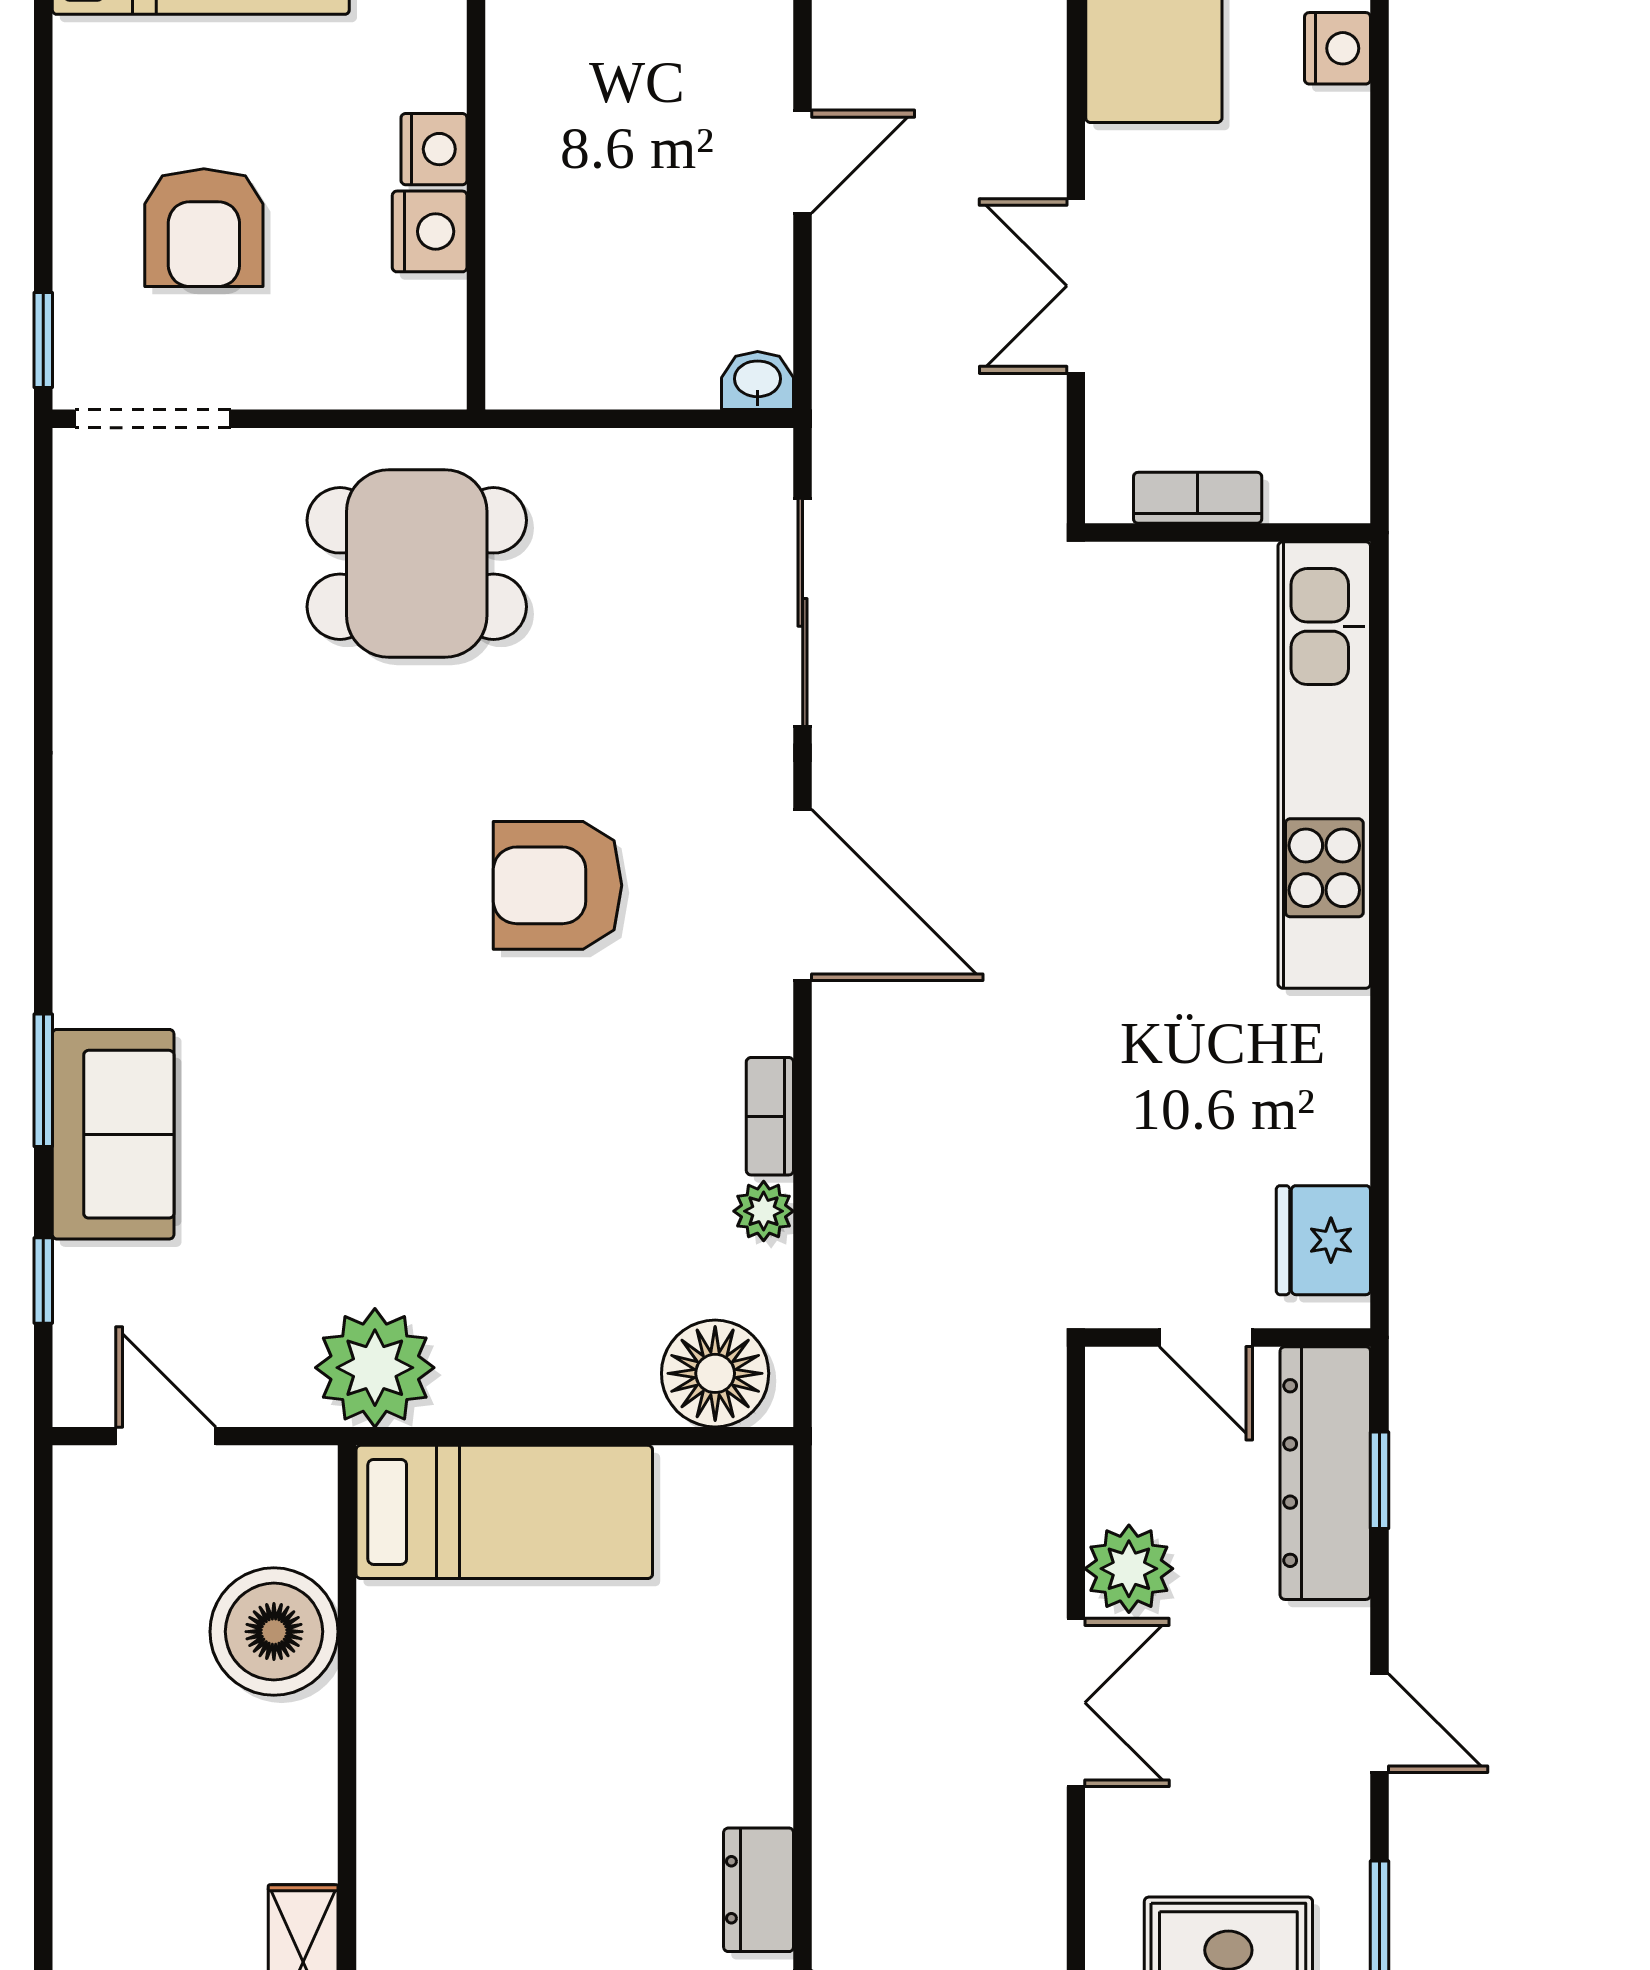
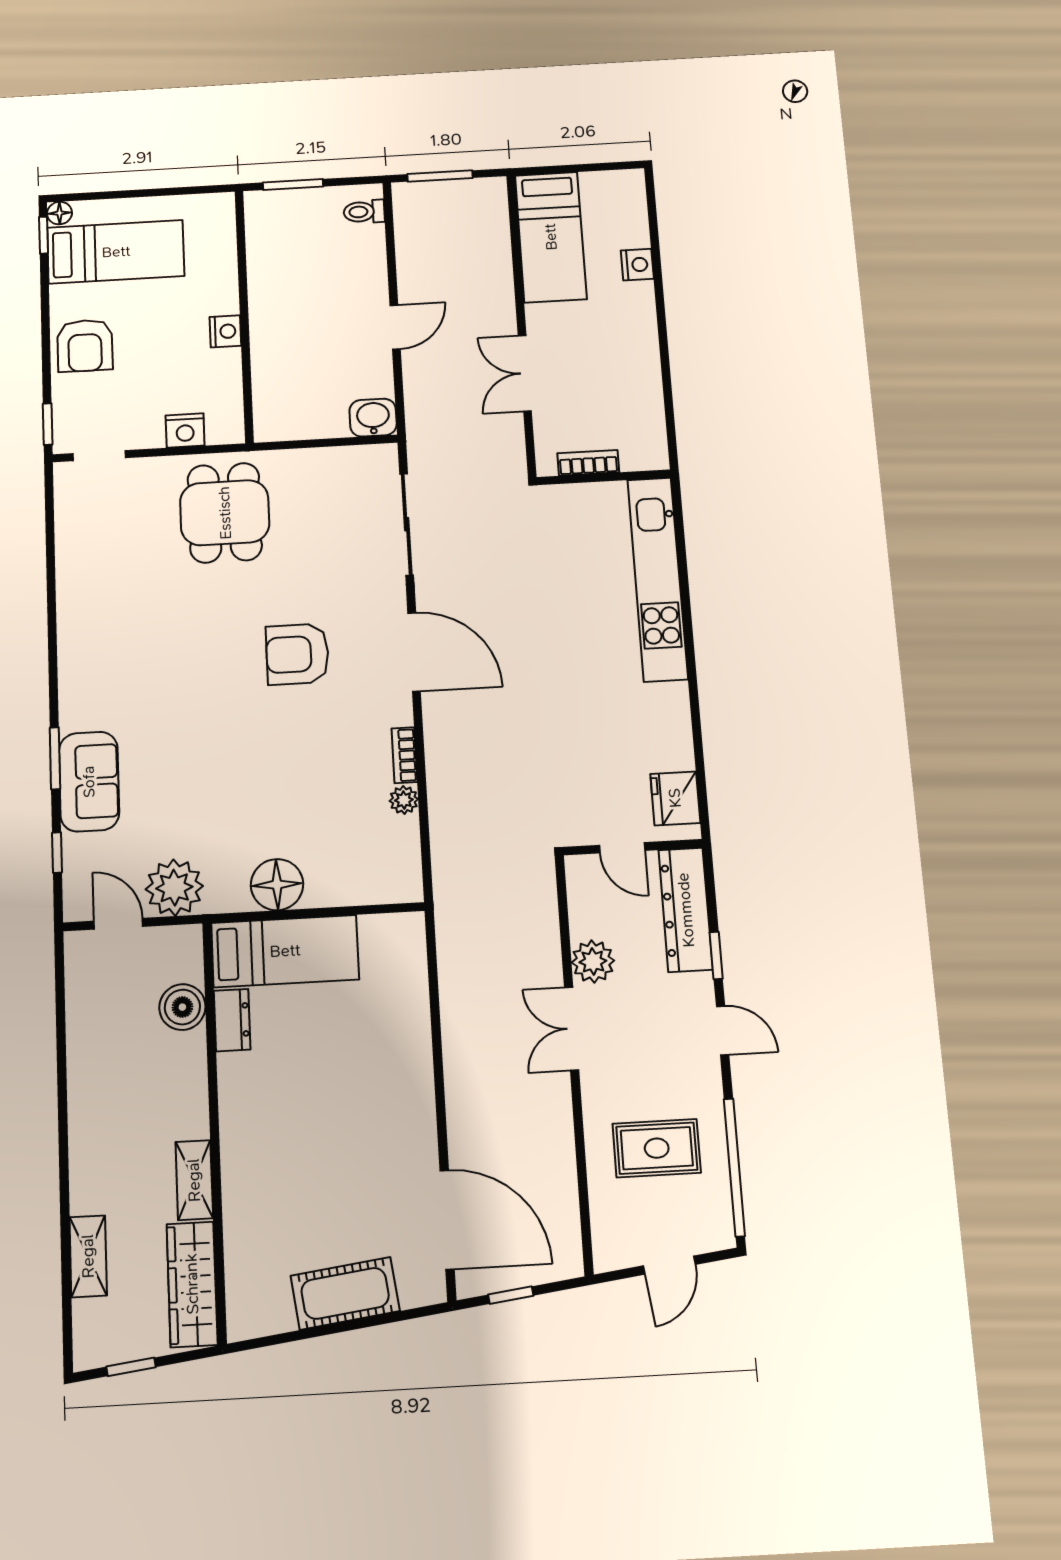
armchair: (204, 228) -> (85, 346), moved
nightstand: (430, 231) -> (185, 430), moved, turned 90
washbasin: (758, 381) -> (373, 418), width x1.38, depth x1.45
doorway: (153, 419) -> (99, 456), width x0.73
dining table: (417, 564) -> (225, 513), turned 90
plant: (375, 1368) -> (174, 888), moved
floor lamp: (715, 1373) -> (277, 885), moved
window: (1380, 1480) -> (716, 955), moved
boiler: (274, 1632) -> (182, 1007), width x0.73, depth x0.73
double door: (1076, 1703) -> (572, 1029), swing flipped
dresser: (759, 1890) -> (232, 1020), moved, turned 180

